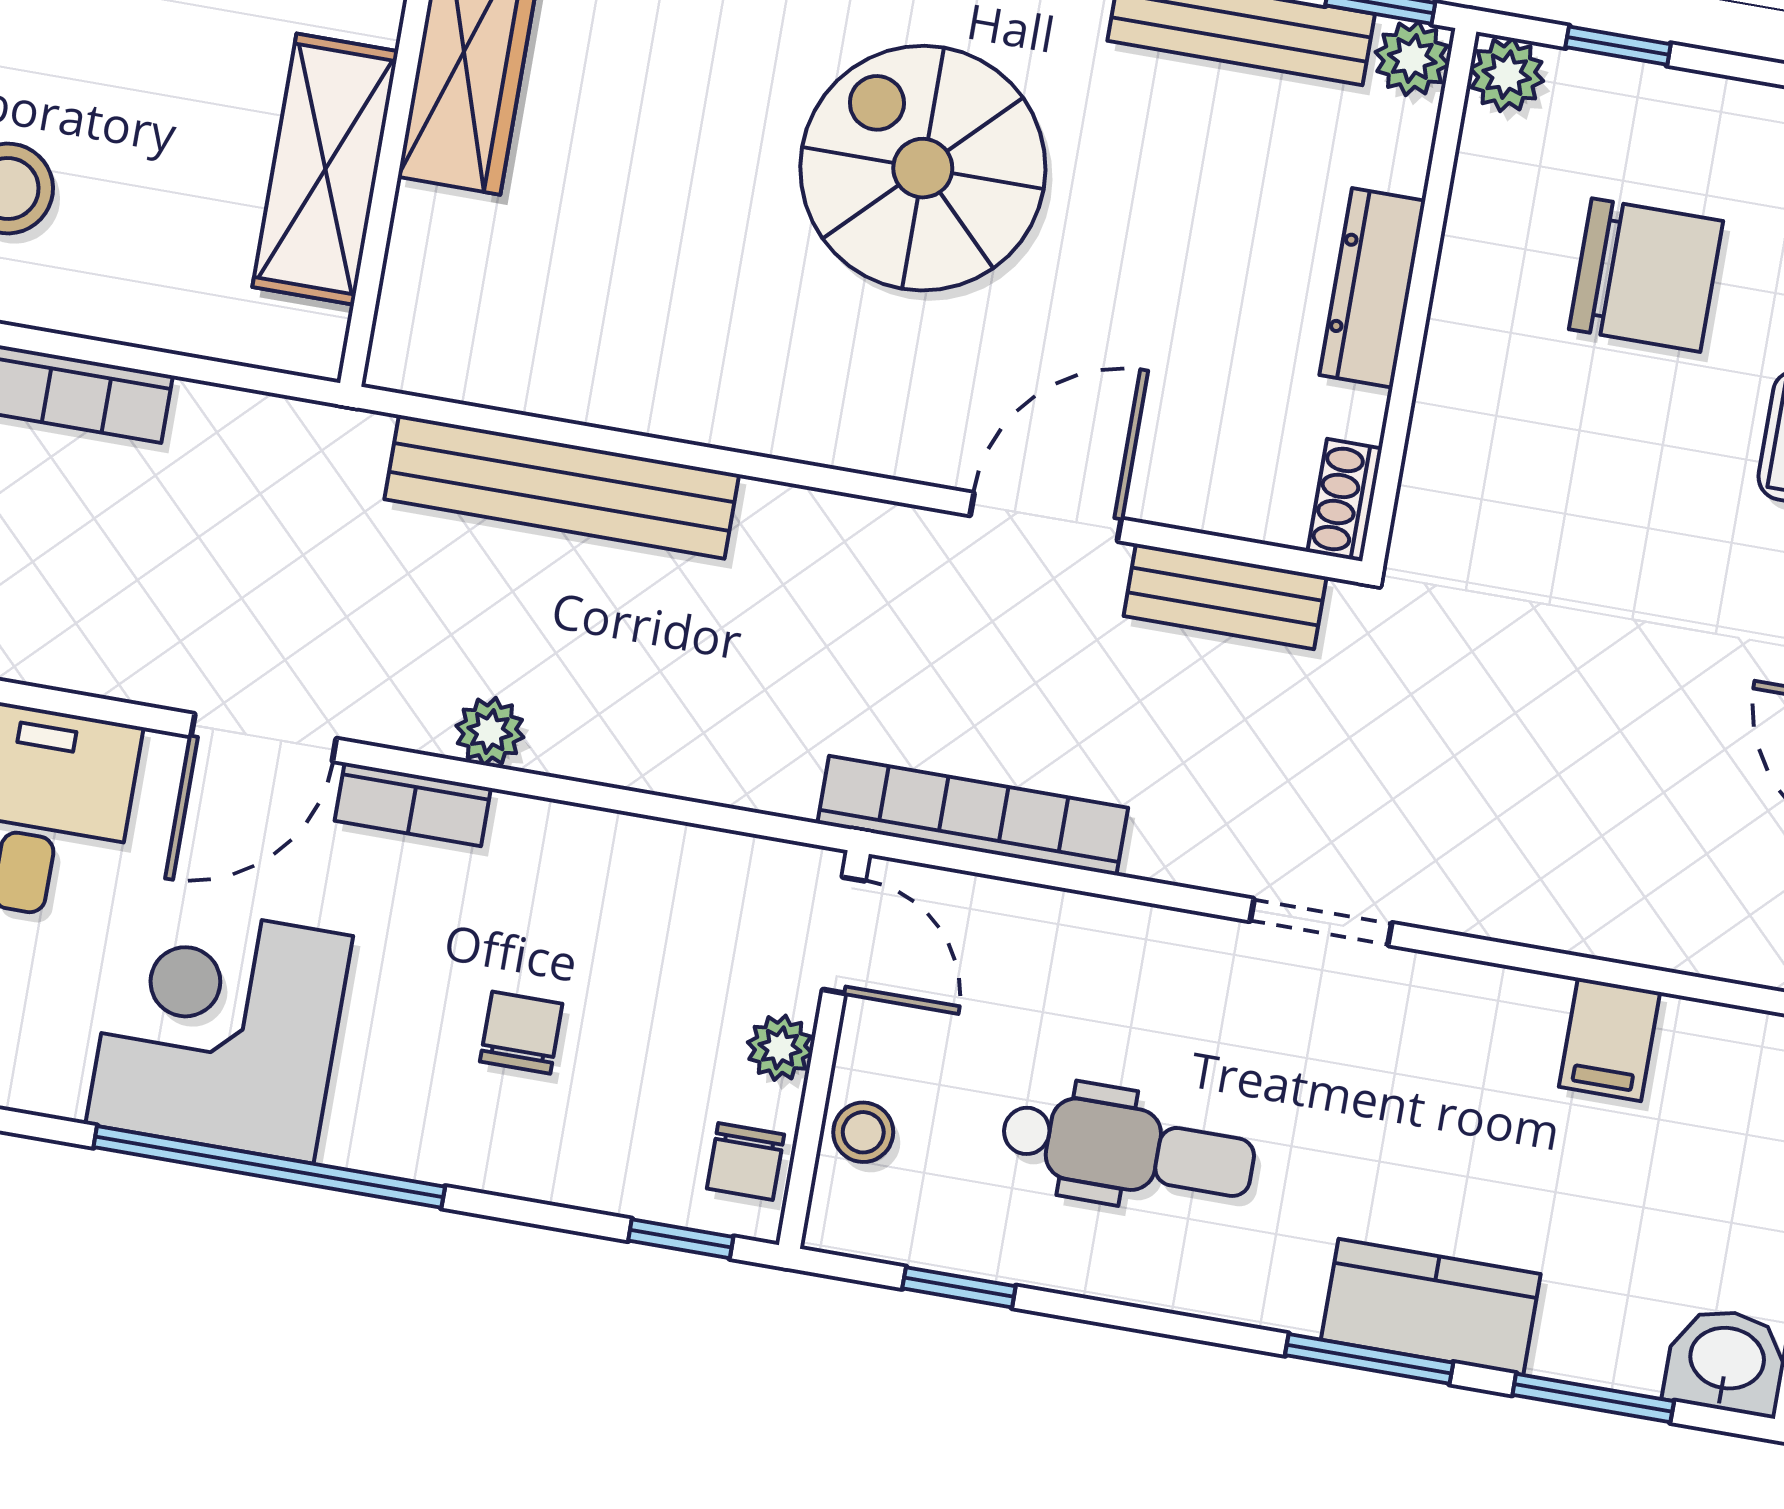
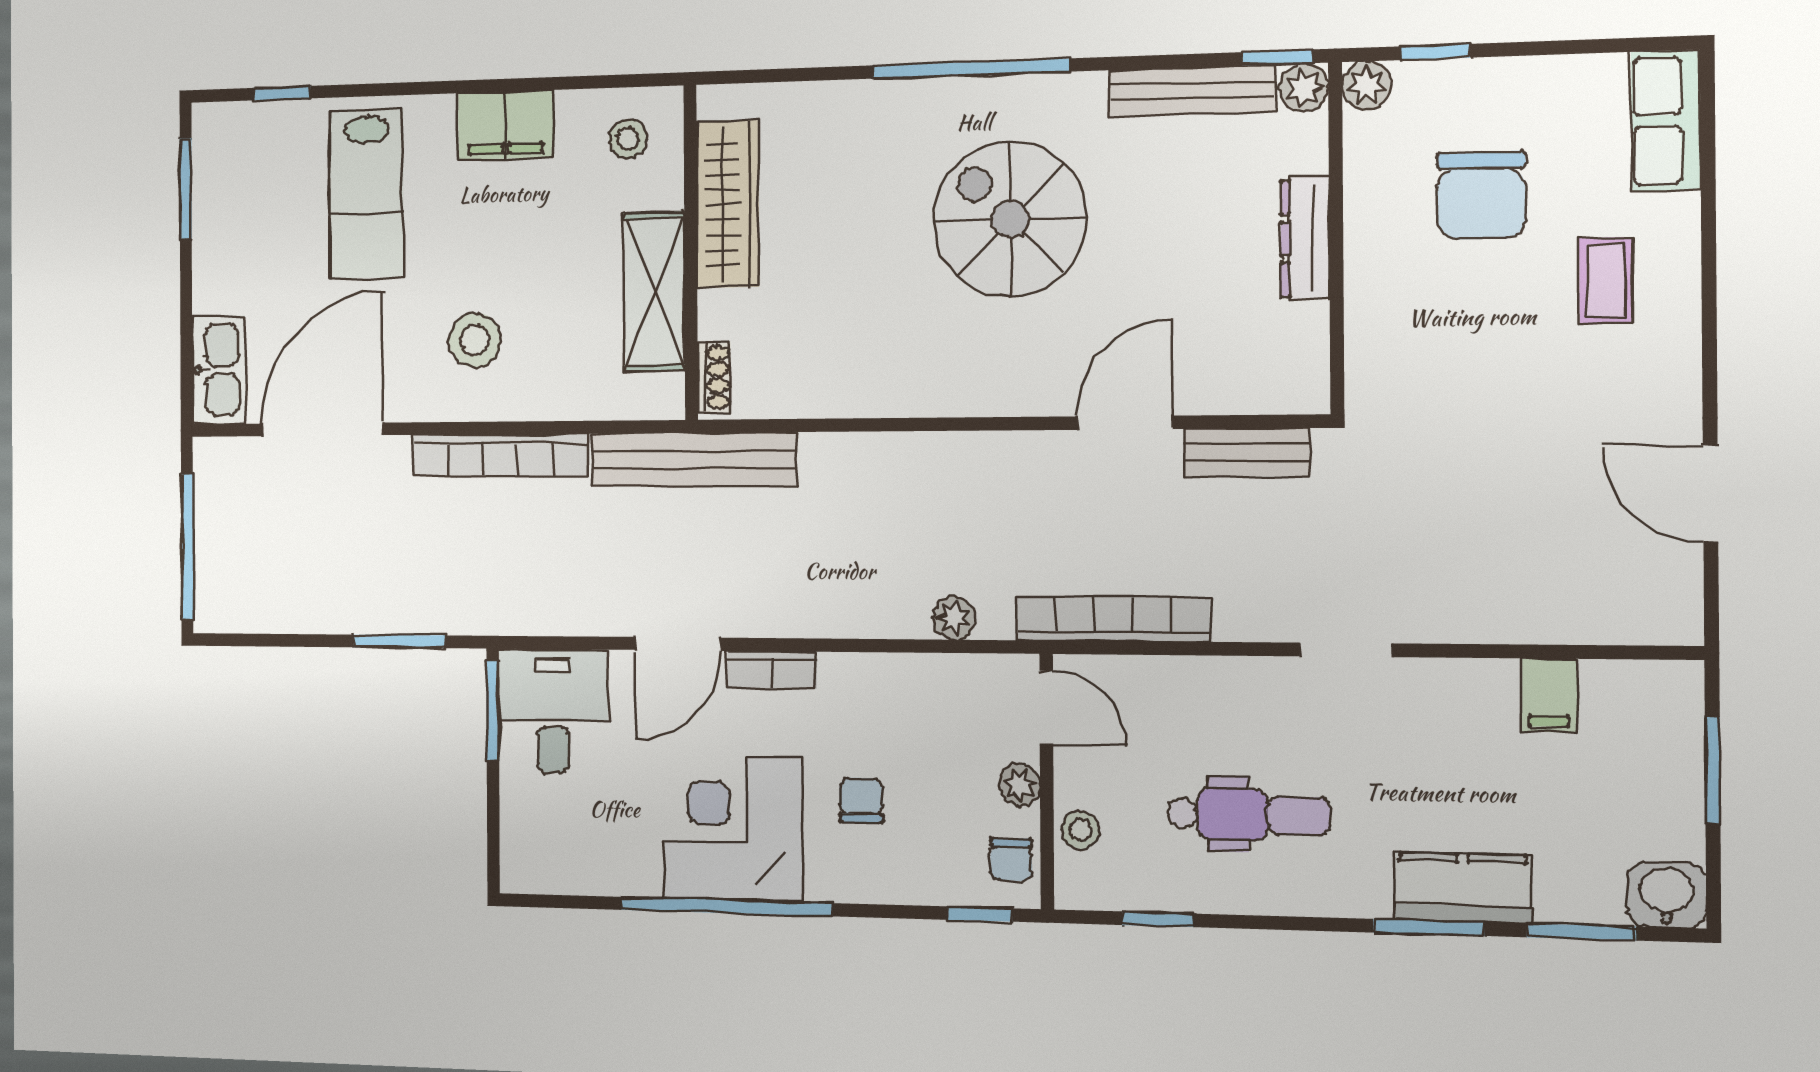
chair: (1646, 275) -> (1481, 196), turned 90
bench: (562, 487) -> (693, 459), moved
shoe rack: (1345, 500) -> (714, 377), moved, turned 180
plant: (490, 731) -> (954, 618), moved
corner desk: (219, 1030) -> (733, 828), moved

